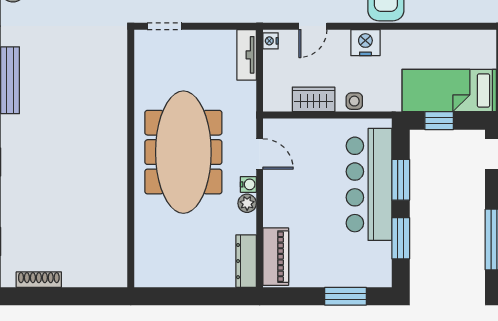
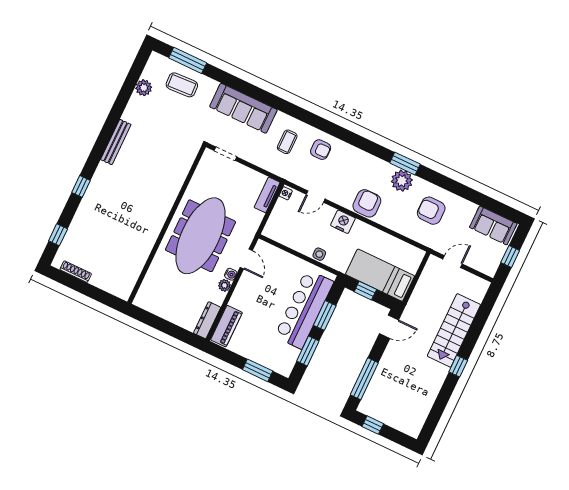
wardrobe: (314, 99) -> (295, 241), removed

